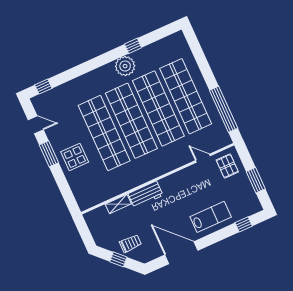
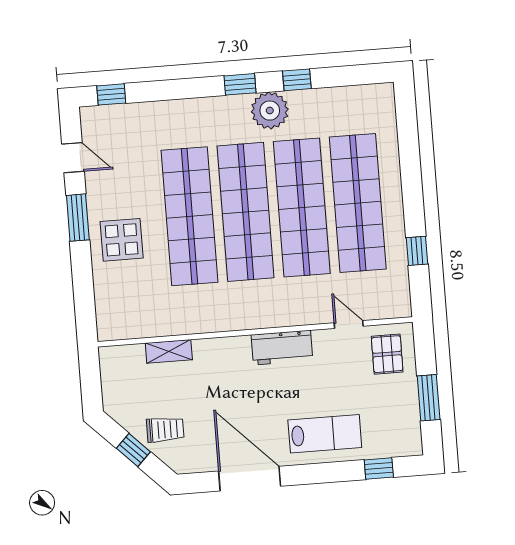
window: (106, 58) -> (240, 84), added
window: (224, 109) -> (417, 251), width x0.32
workbench: (146, 195) -> (282, 348), moved

